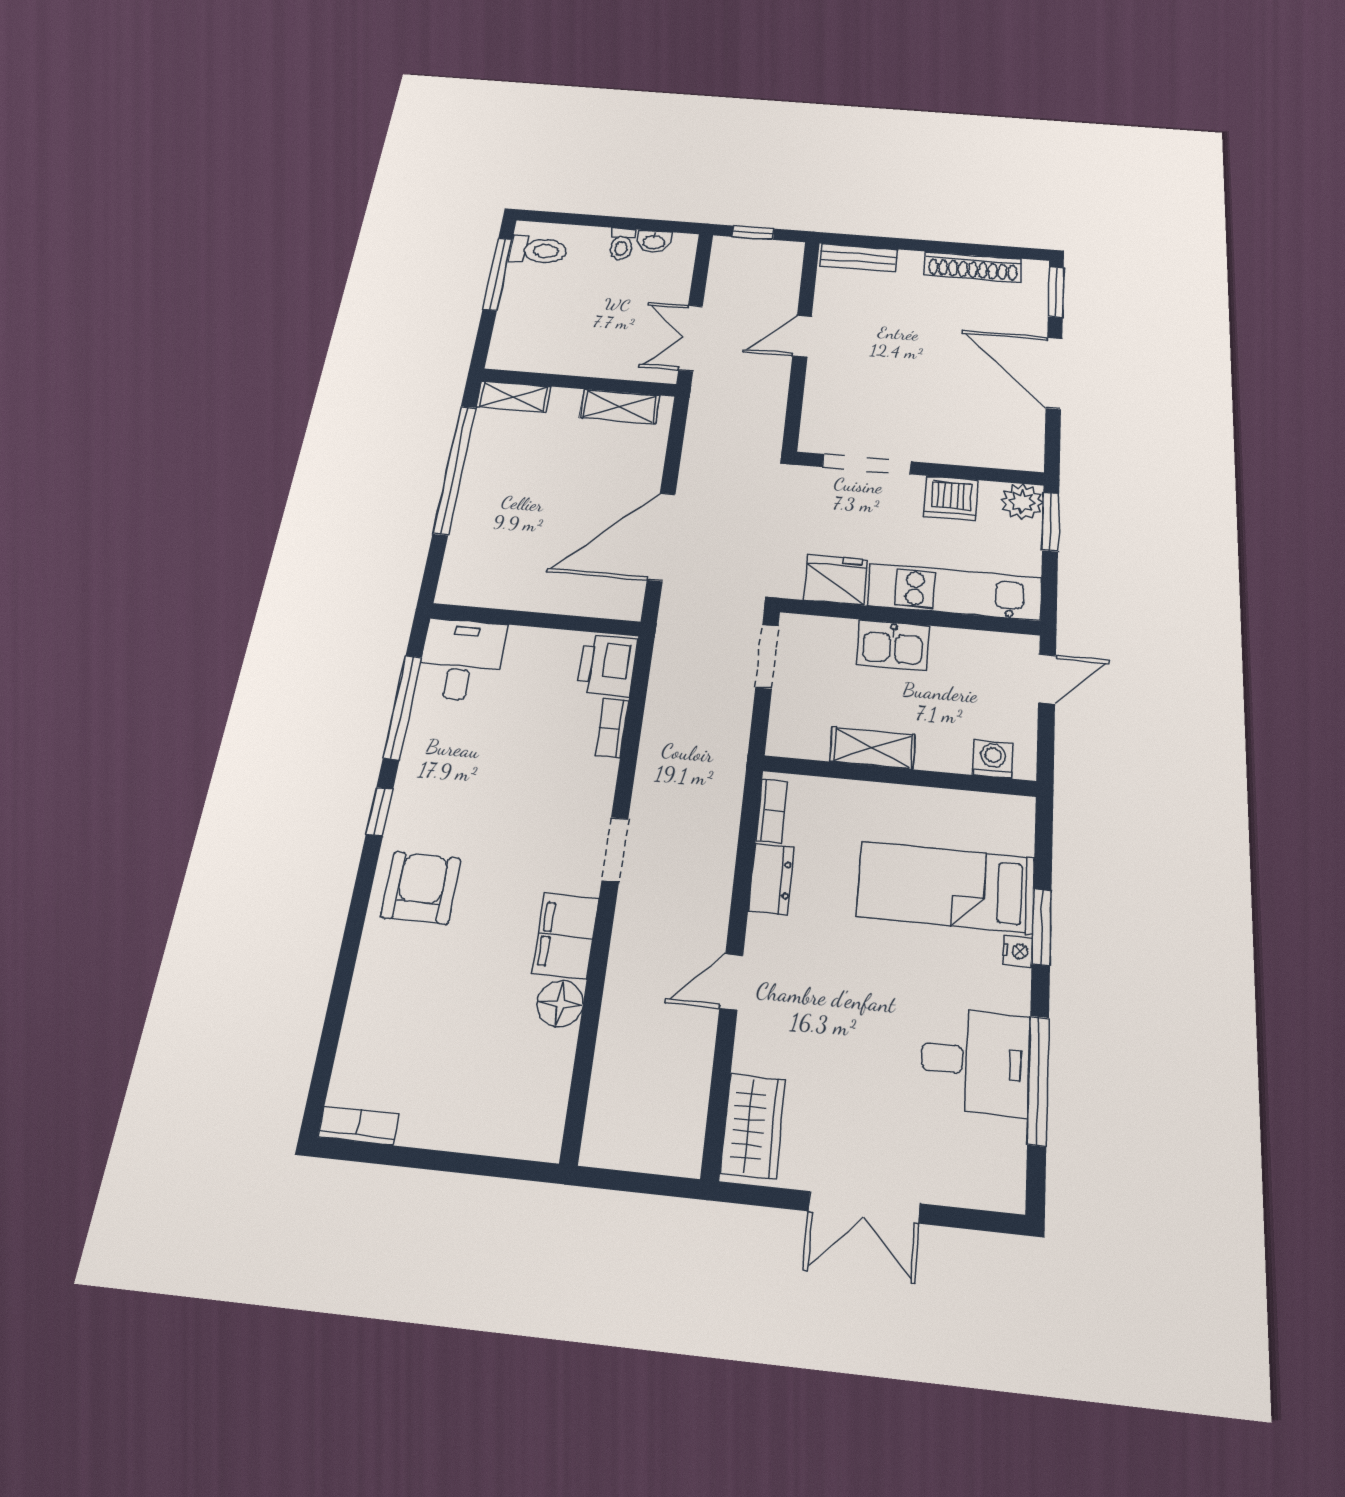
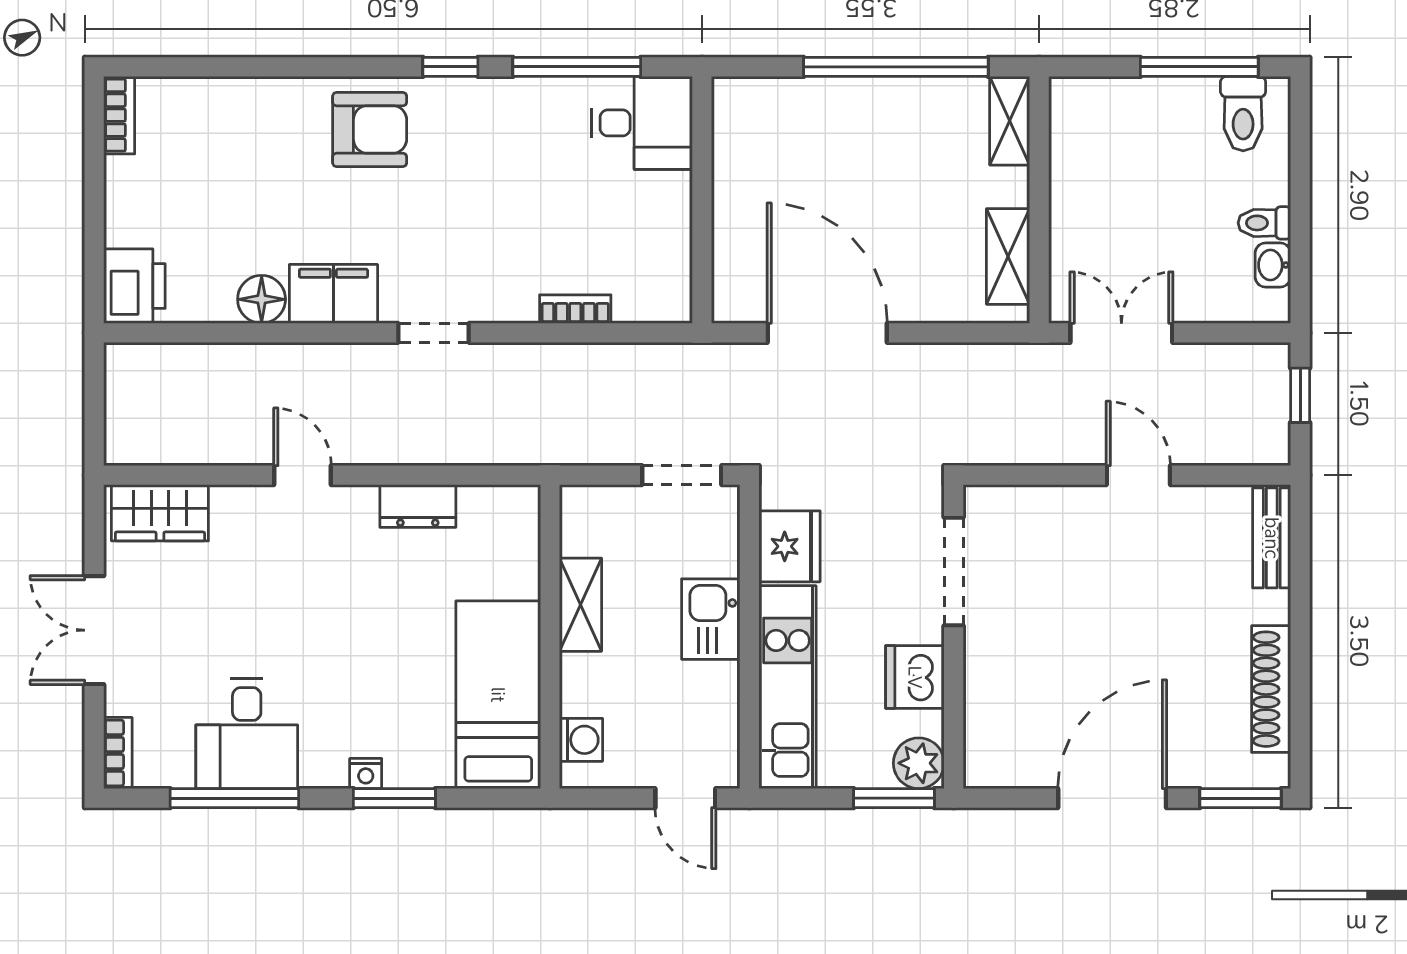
printer: (607, 665) -> (134, 286), moved, turned 90
bookcase: (772, 811) -> (118, 753), moved, turned -90
bed: (946, 887) -> (498, 695), moved

